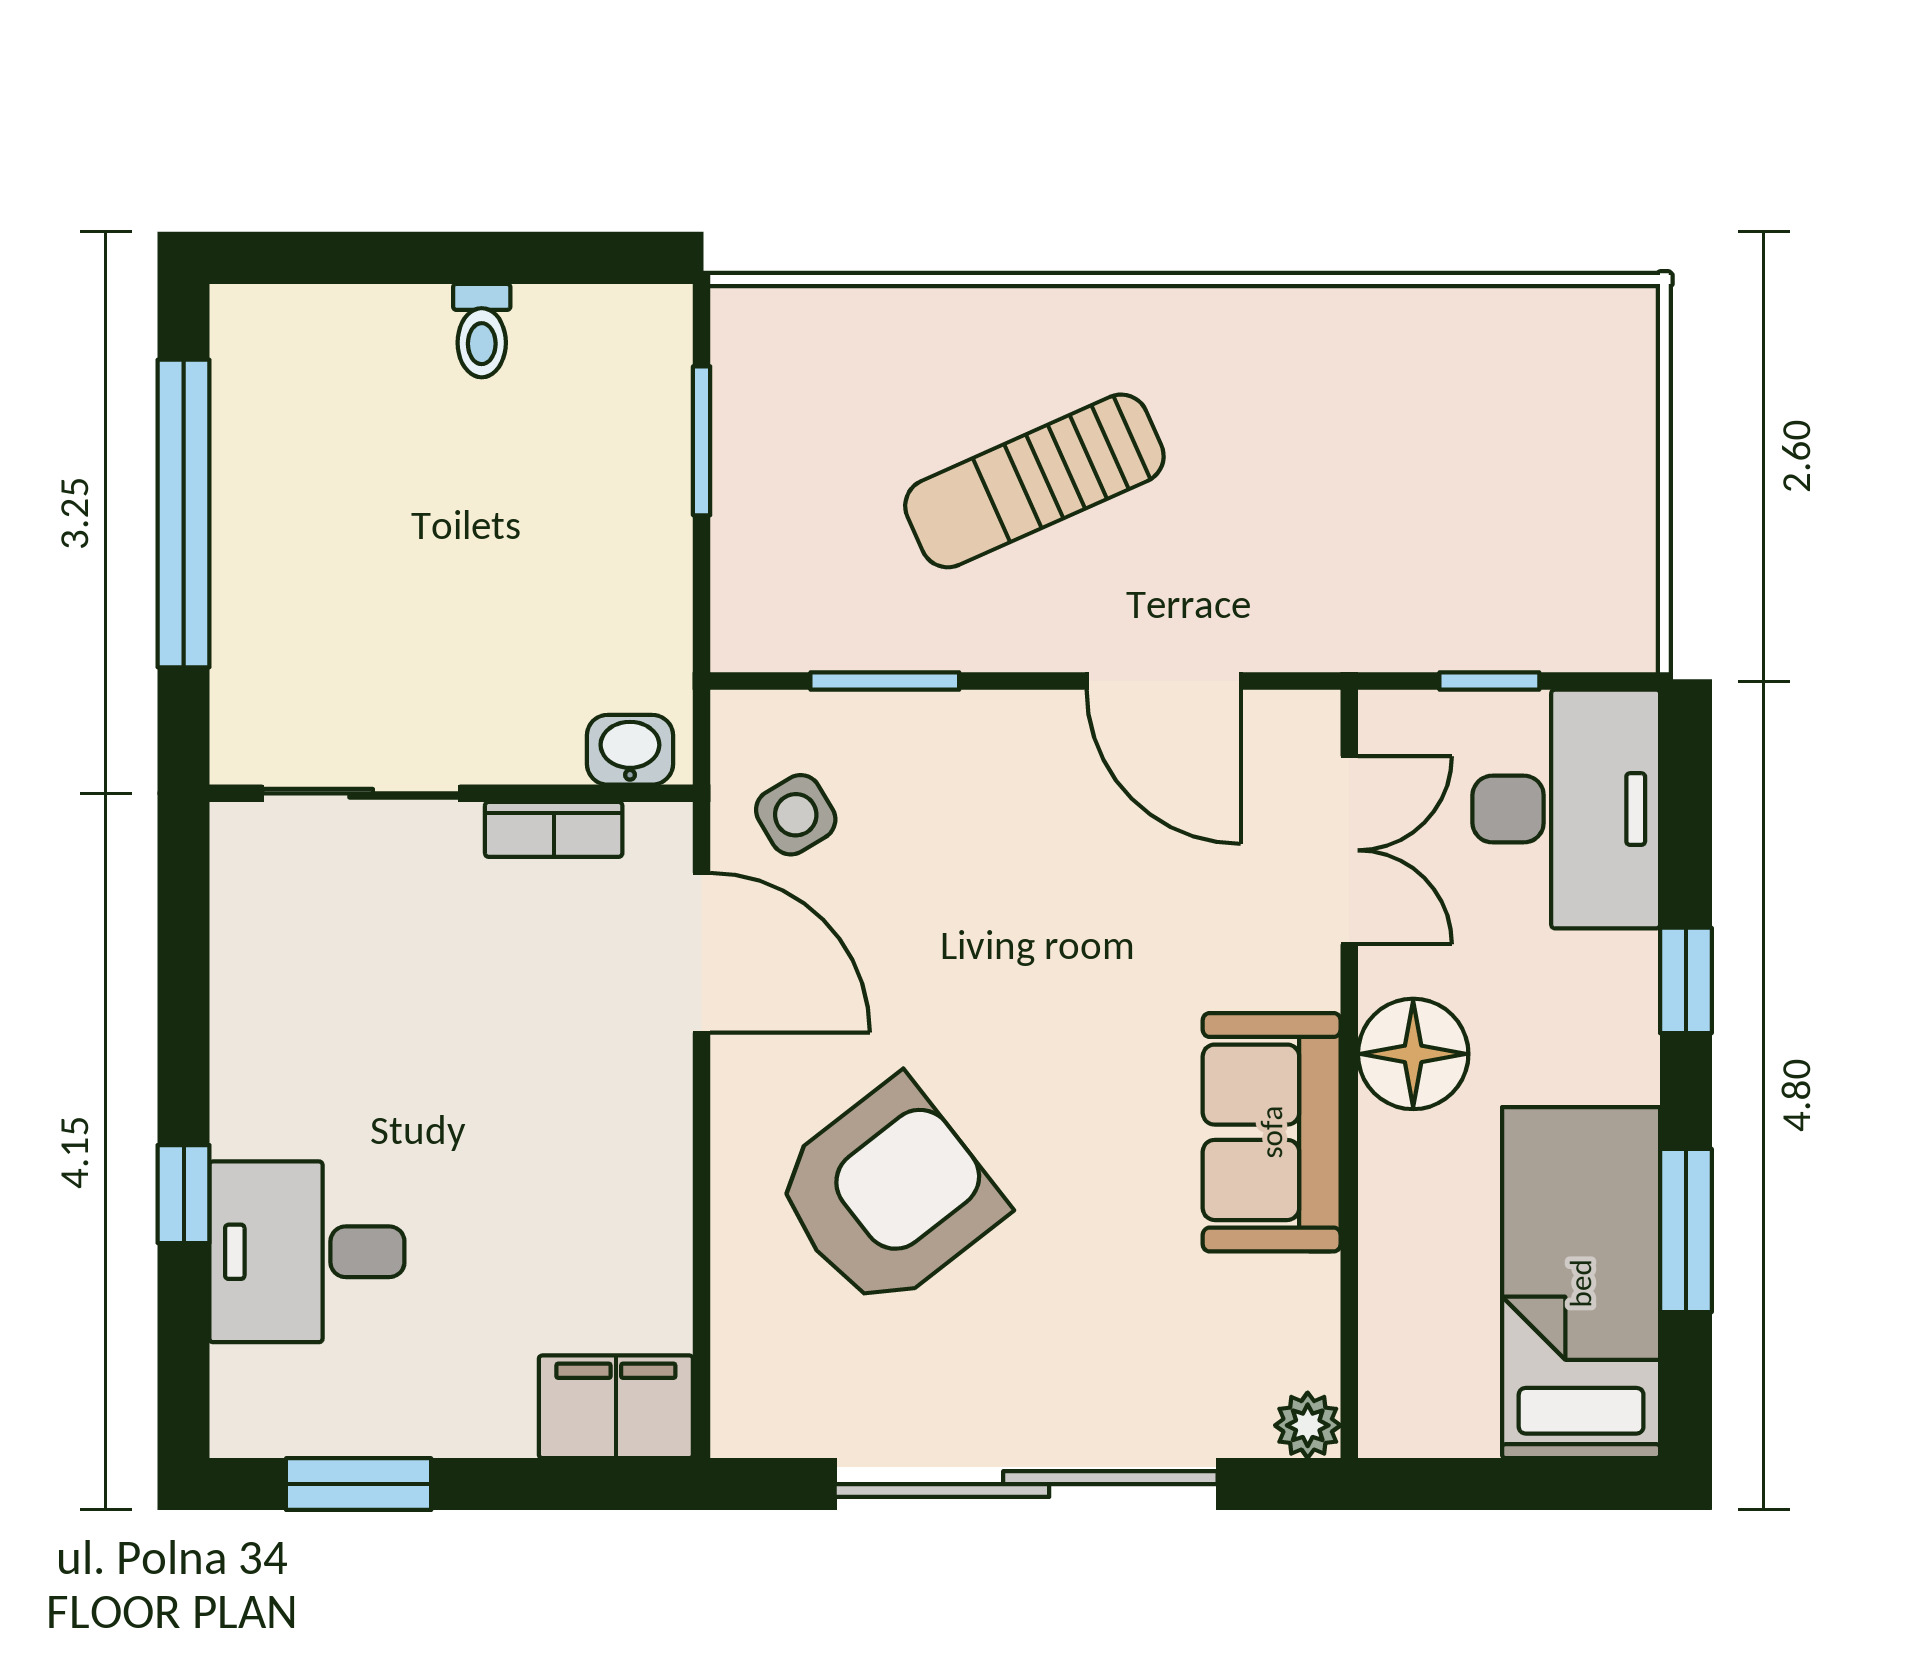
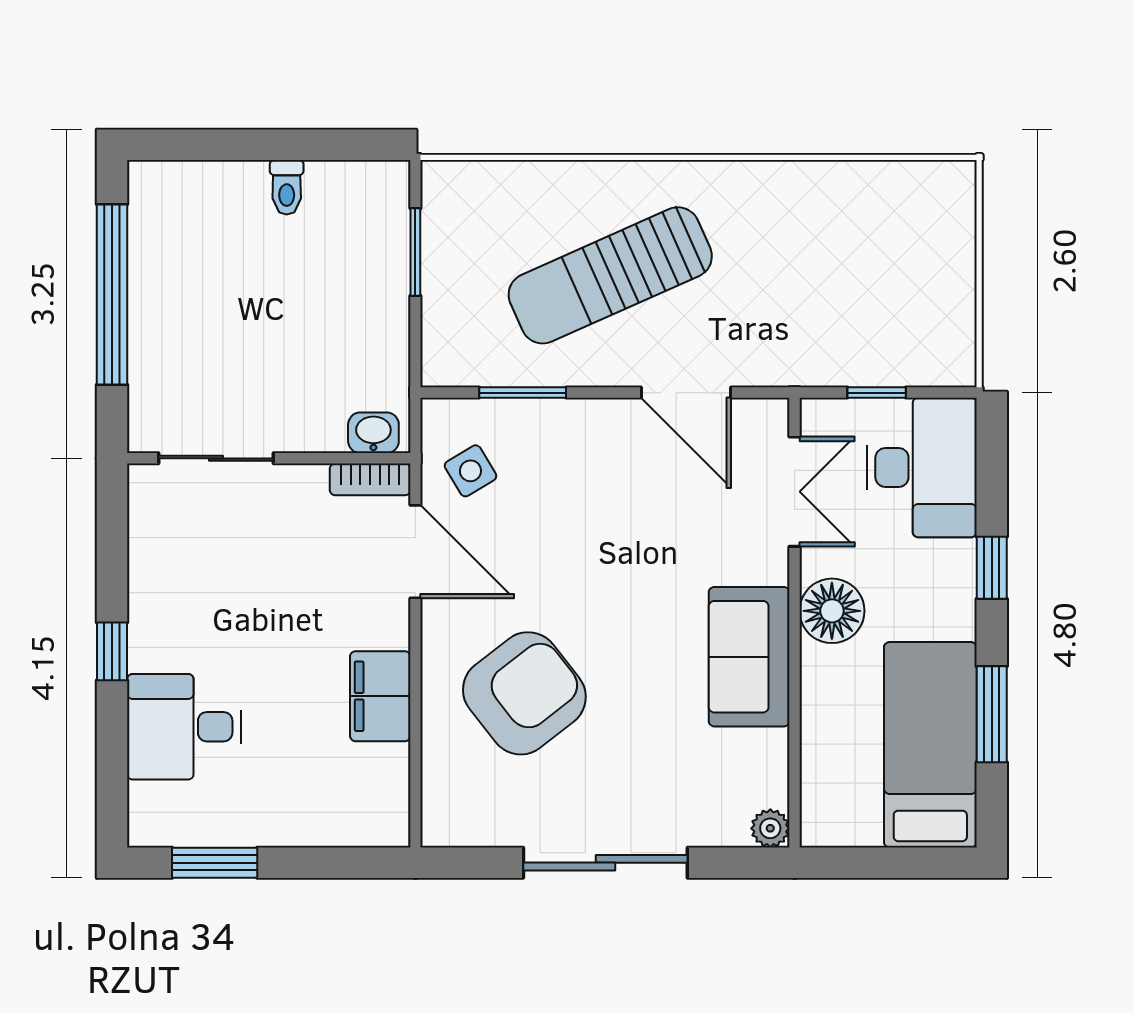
sun lounger: (1034, 481) -> (610, 275), width x1.36, depth x1.34
bookcase: (554, 829) -> (370, 479), moved
window: (184, 1194) -> (112, 651), moved
filing cabinet: (616, 1407) -> (380, 696), moved, turned -90
sliding door: (1026, 1484) -> (605, 863), width x0.73

